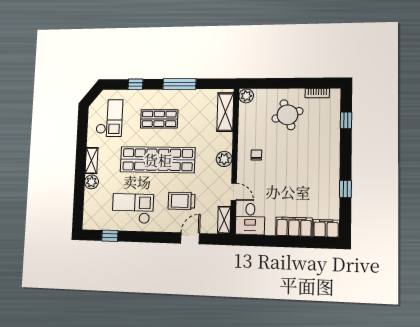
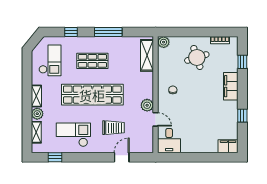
plant: (224, 159) -> (147, 105), moved
trolley: (182, 201) -> (113, 128), turned 180
shelving: (224, 220) -> (36, 132), moved
filing cabinet: (294, 227) -> (231, 86), moved, turned -90

